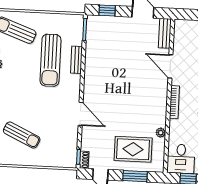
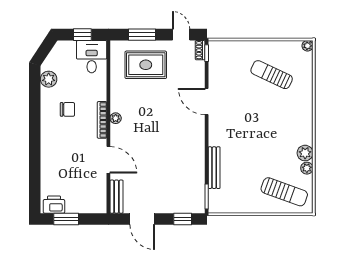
sun lounger: (50, 60) -> (243, 160), removed
bench: (77, 60) -> (214, 168), width x1.36
plant: (161, 133) -> (116, 118), moved

